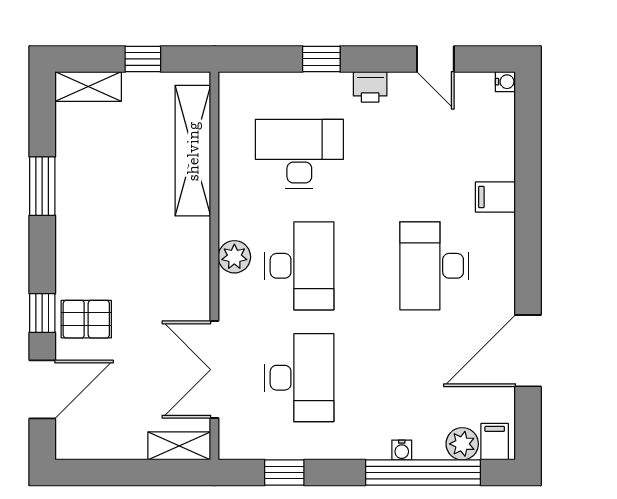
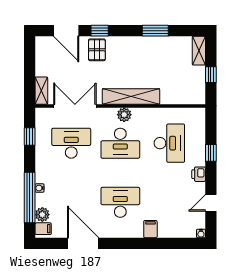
shelving: (193, 151) -> (131, 97), moved
desk: (299, 378) -> (71, 143), turned 180

